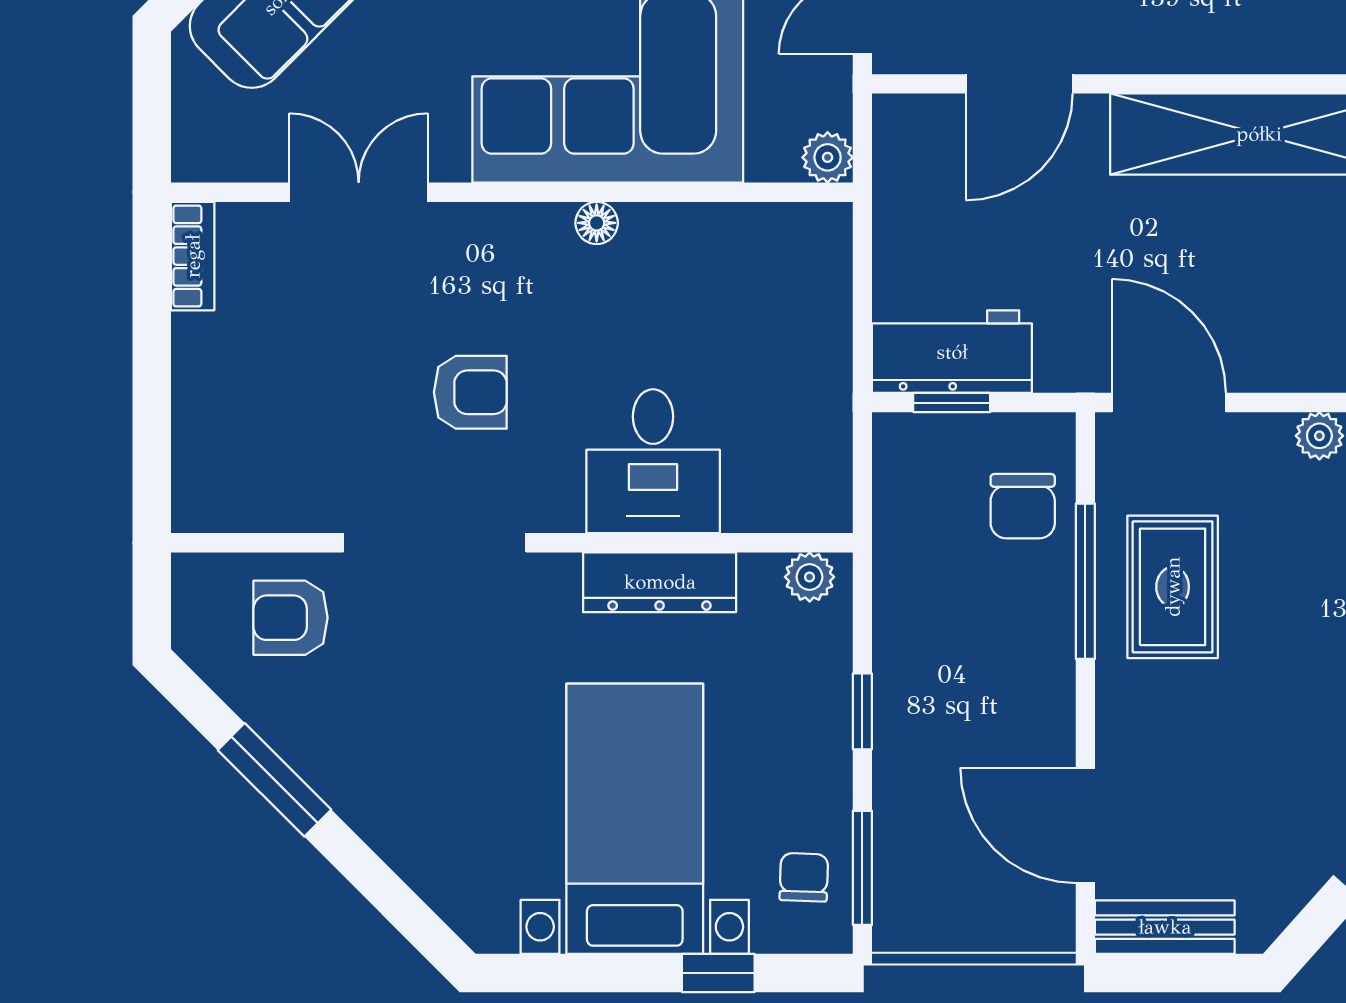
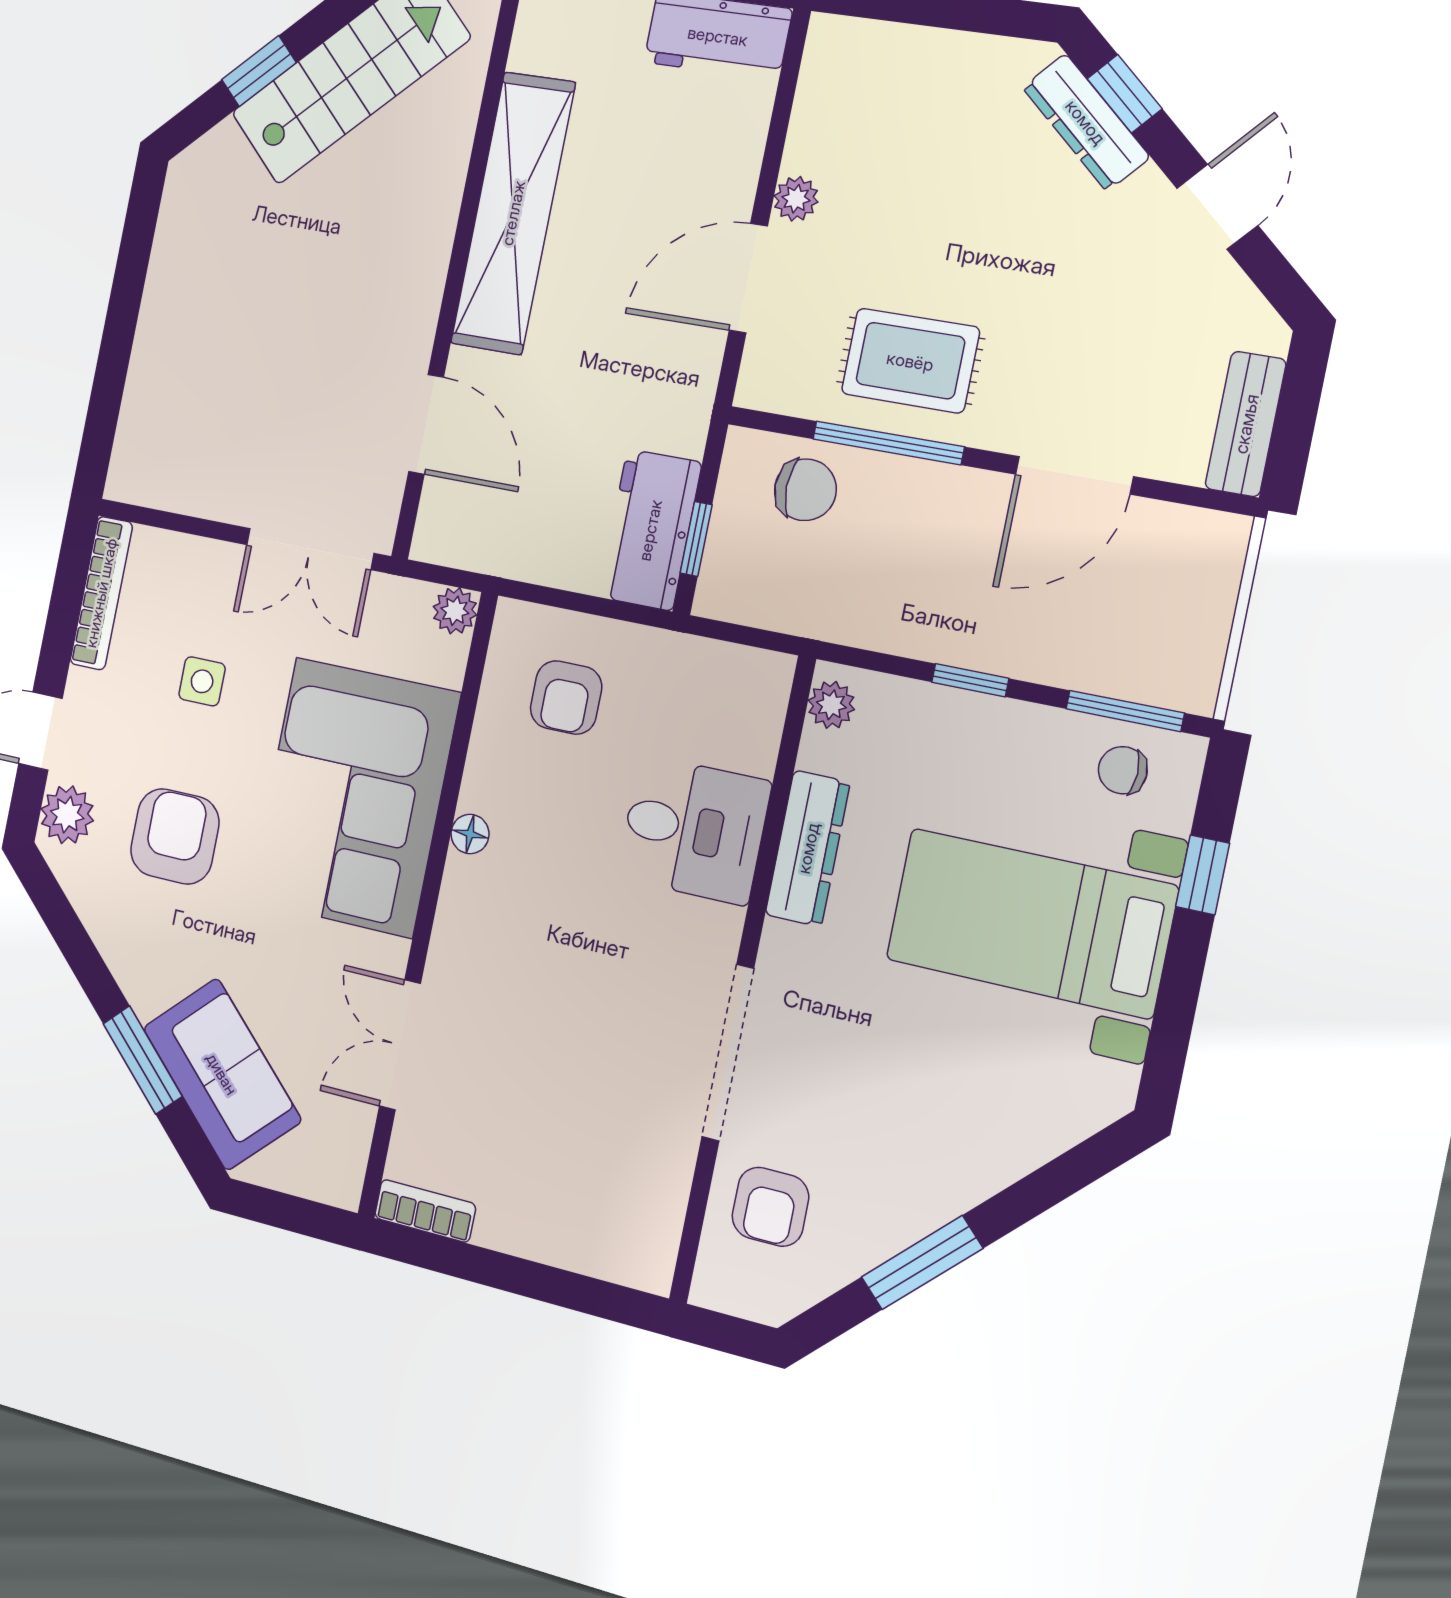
armchair: (470, 392) -> (566, 698), moved, turned 180
door: (1169, 403) -> (748, 278), moved
door: (1085, 825) -> (1074, 475), moved

